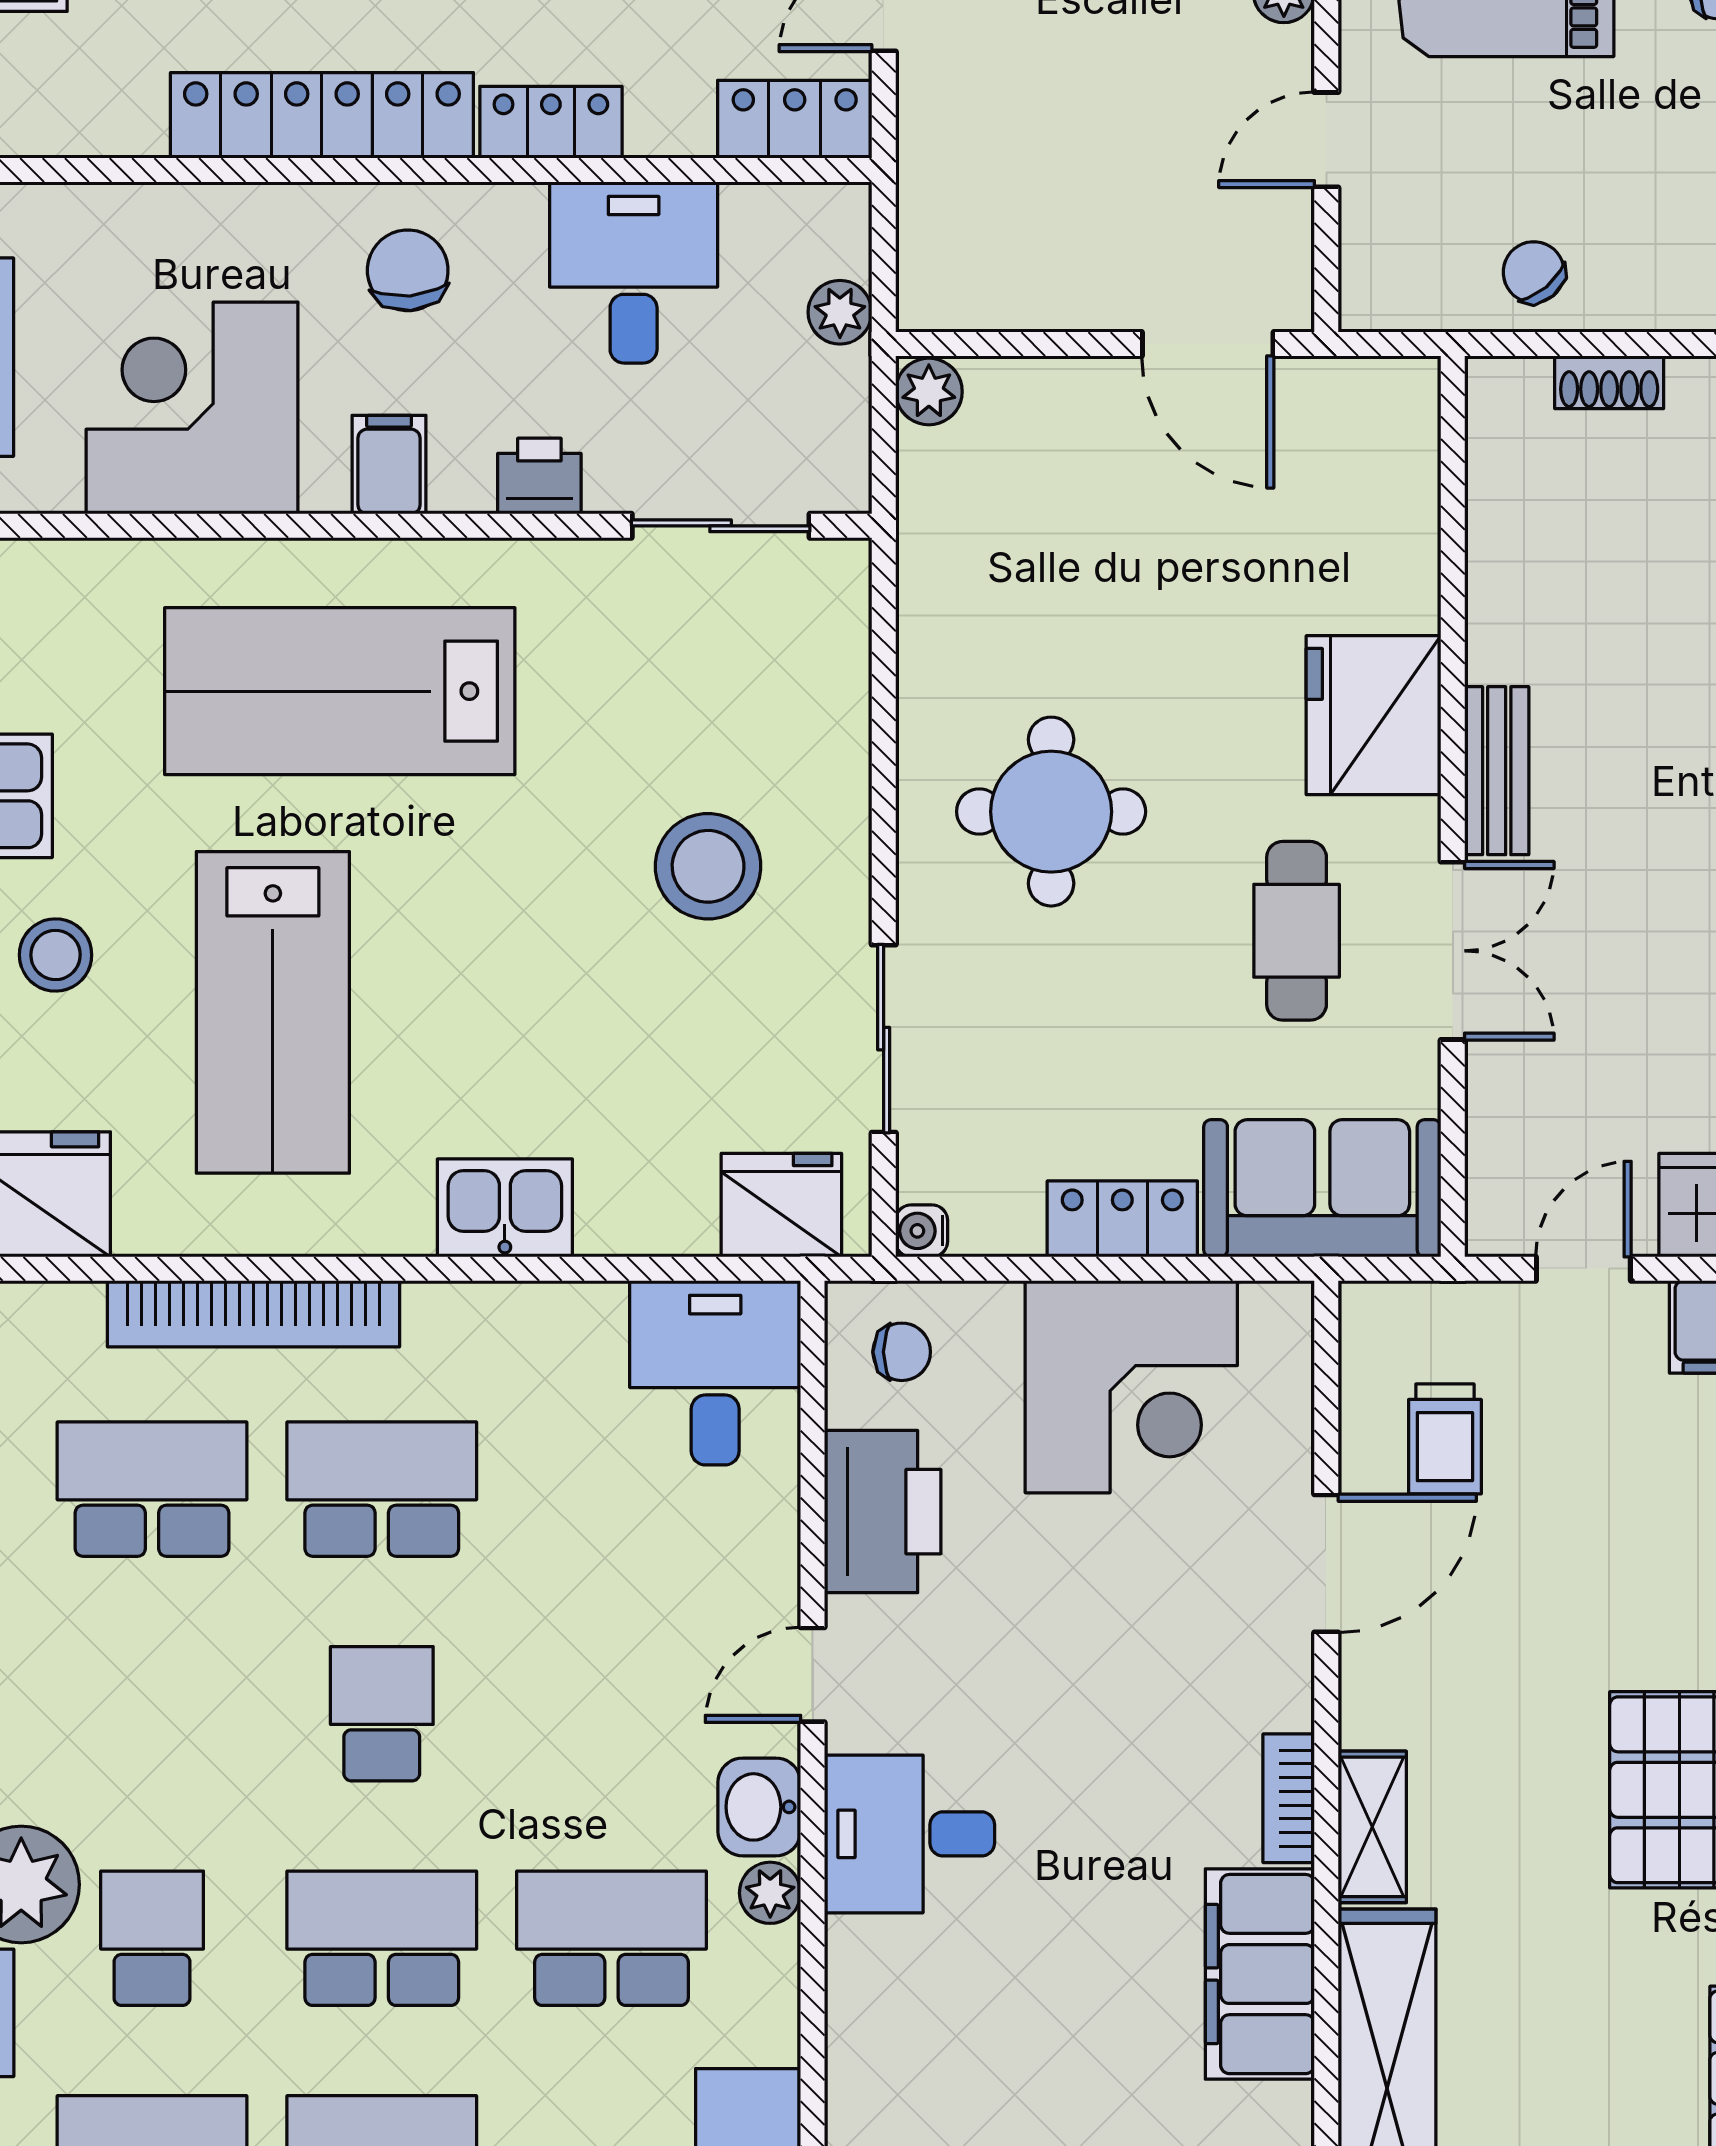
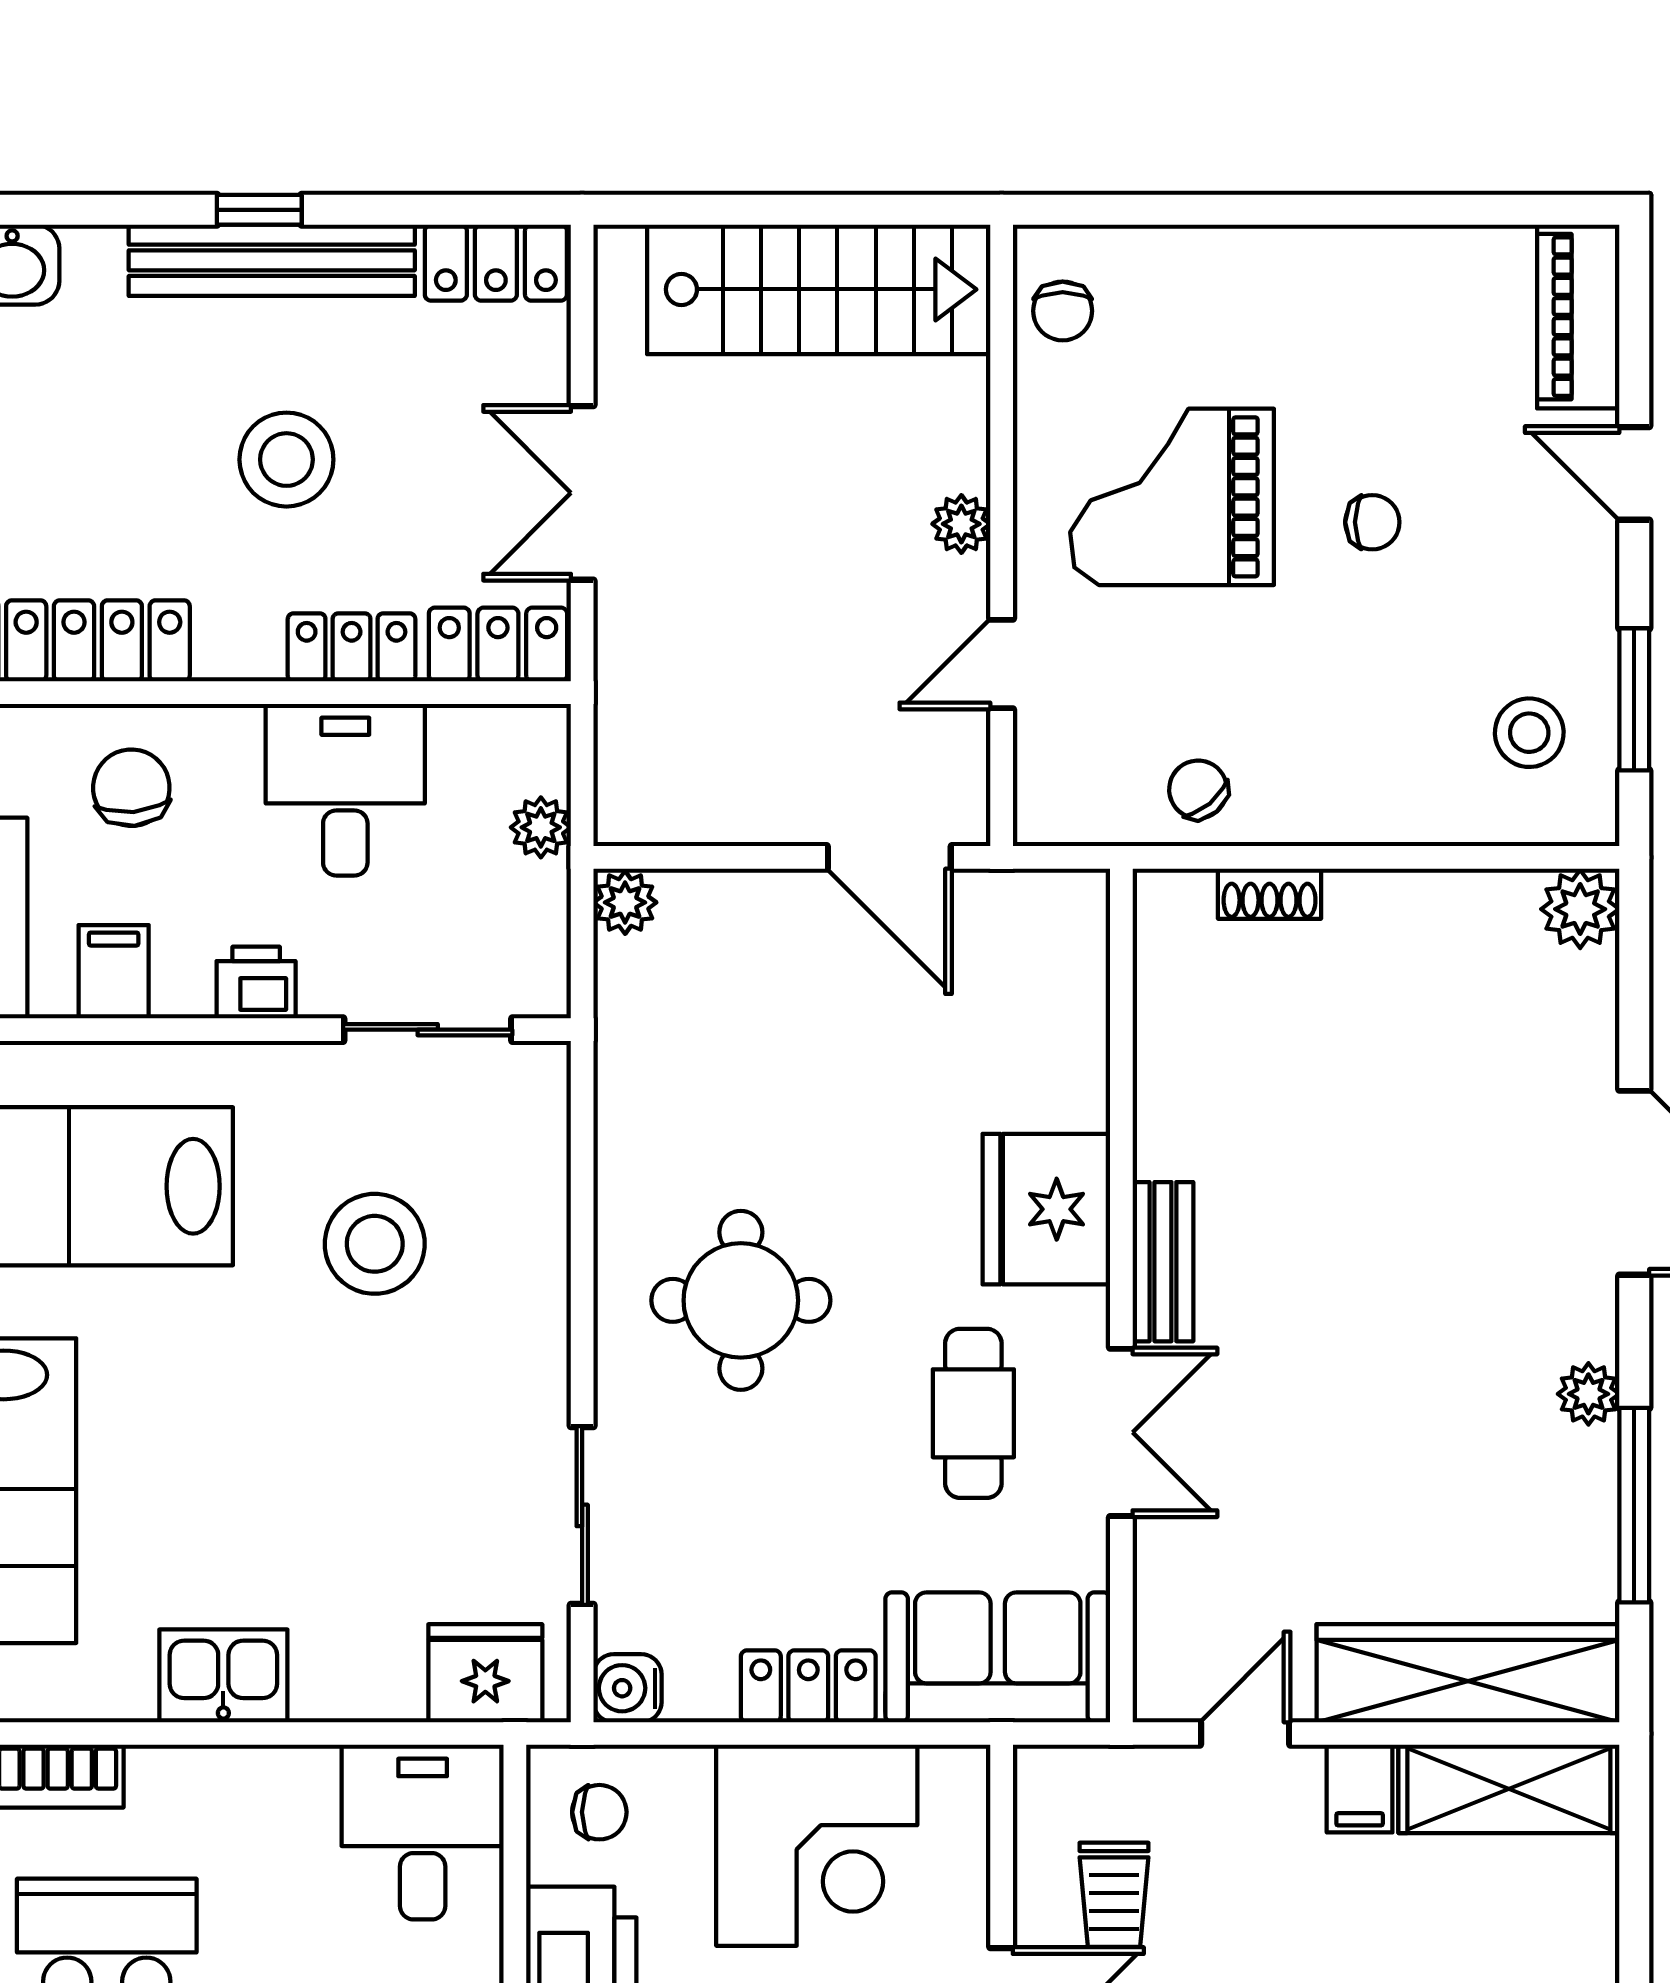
locker: (551, 122) -> (352, 647), moved
stool: (708, 866) -> (375, 1244), moved
water cooler: (922, 1231) -> (628, 1688), width x1.38, depth x1.38

